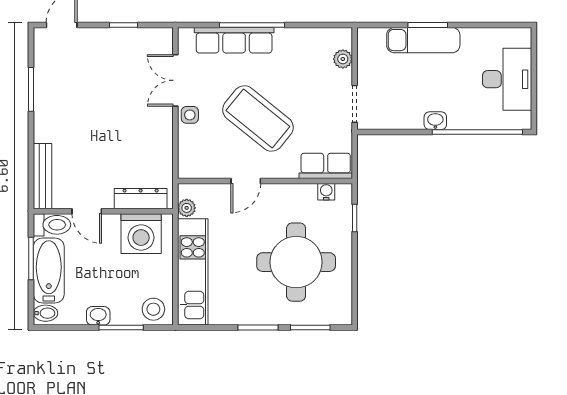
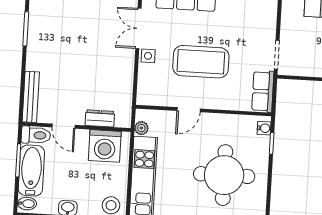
plant: (343, 59) -> (270, 19), removed
coffee table: (258, 119) -> (201, 62), turned -39
row of seats: (326, 166) -> (263, 91), moved, turned -90
water cooler: (326, 192) -> (264, 128), moved, turned 90
dresser: (141, 199) -> (100, 118), width x0.70

